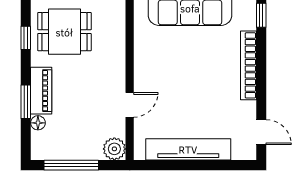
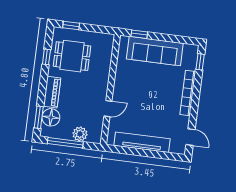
window: (26, 102) -> (39, 117), moved
floor lamp: (38, 123) -> (51, 117), width x1.89, depth x1.89
plant: (114, 149) -> (80, 134), moved

